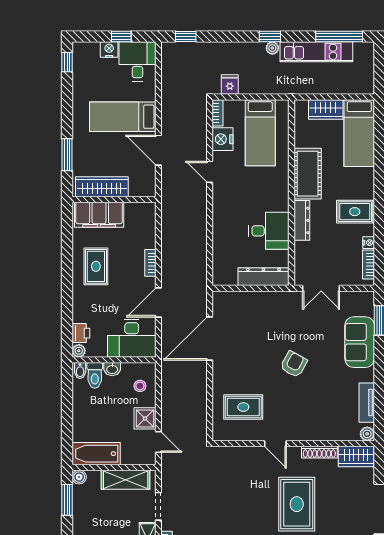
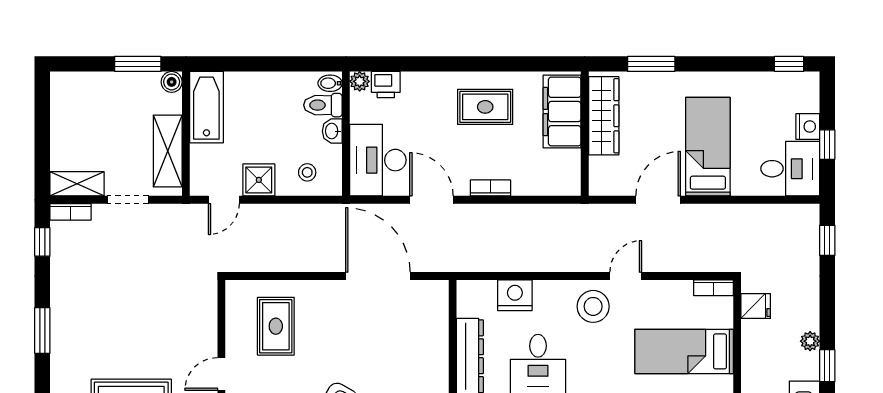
plant: (272, 48) -> (810, 341), moved
nightstand: (222, 139) -> (515, 295), moved
stool: (230, 194) -> (593, 306), added

